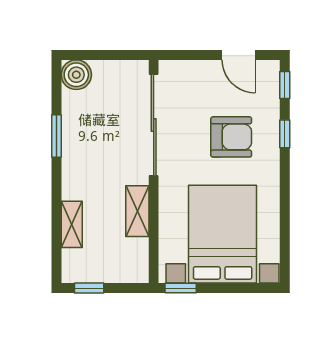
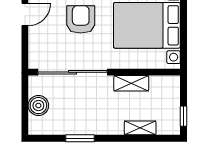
boiler: (76, 75) -> (38, 106), moved
window: (181, 288) -> (184, 54), removed

